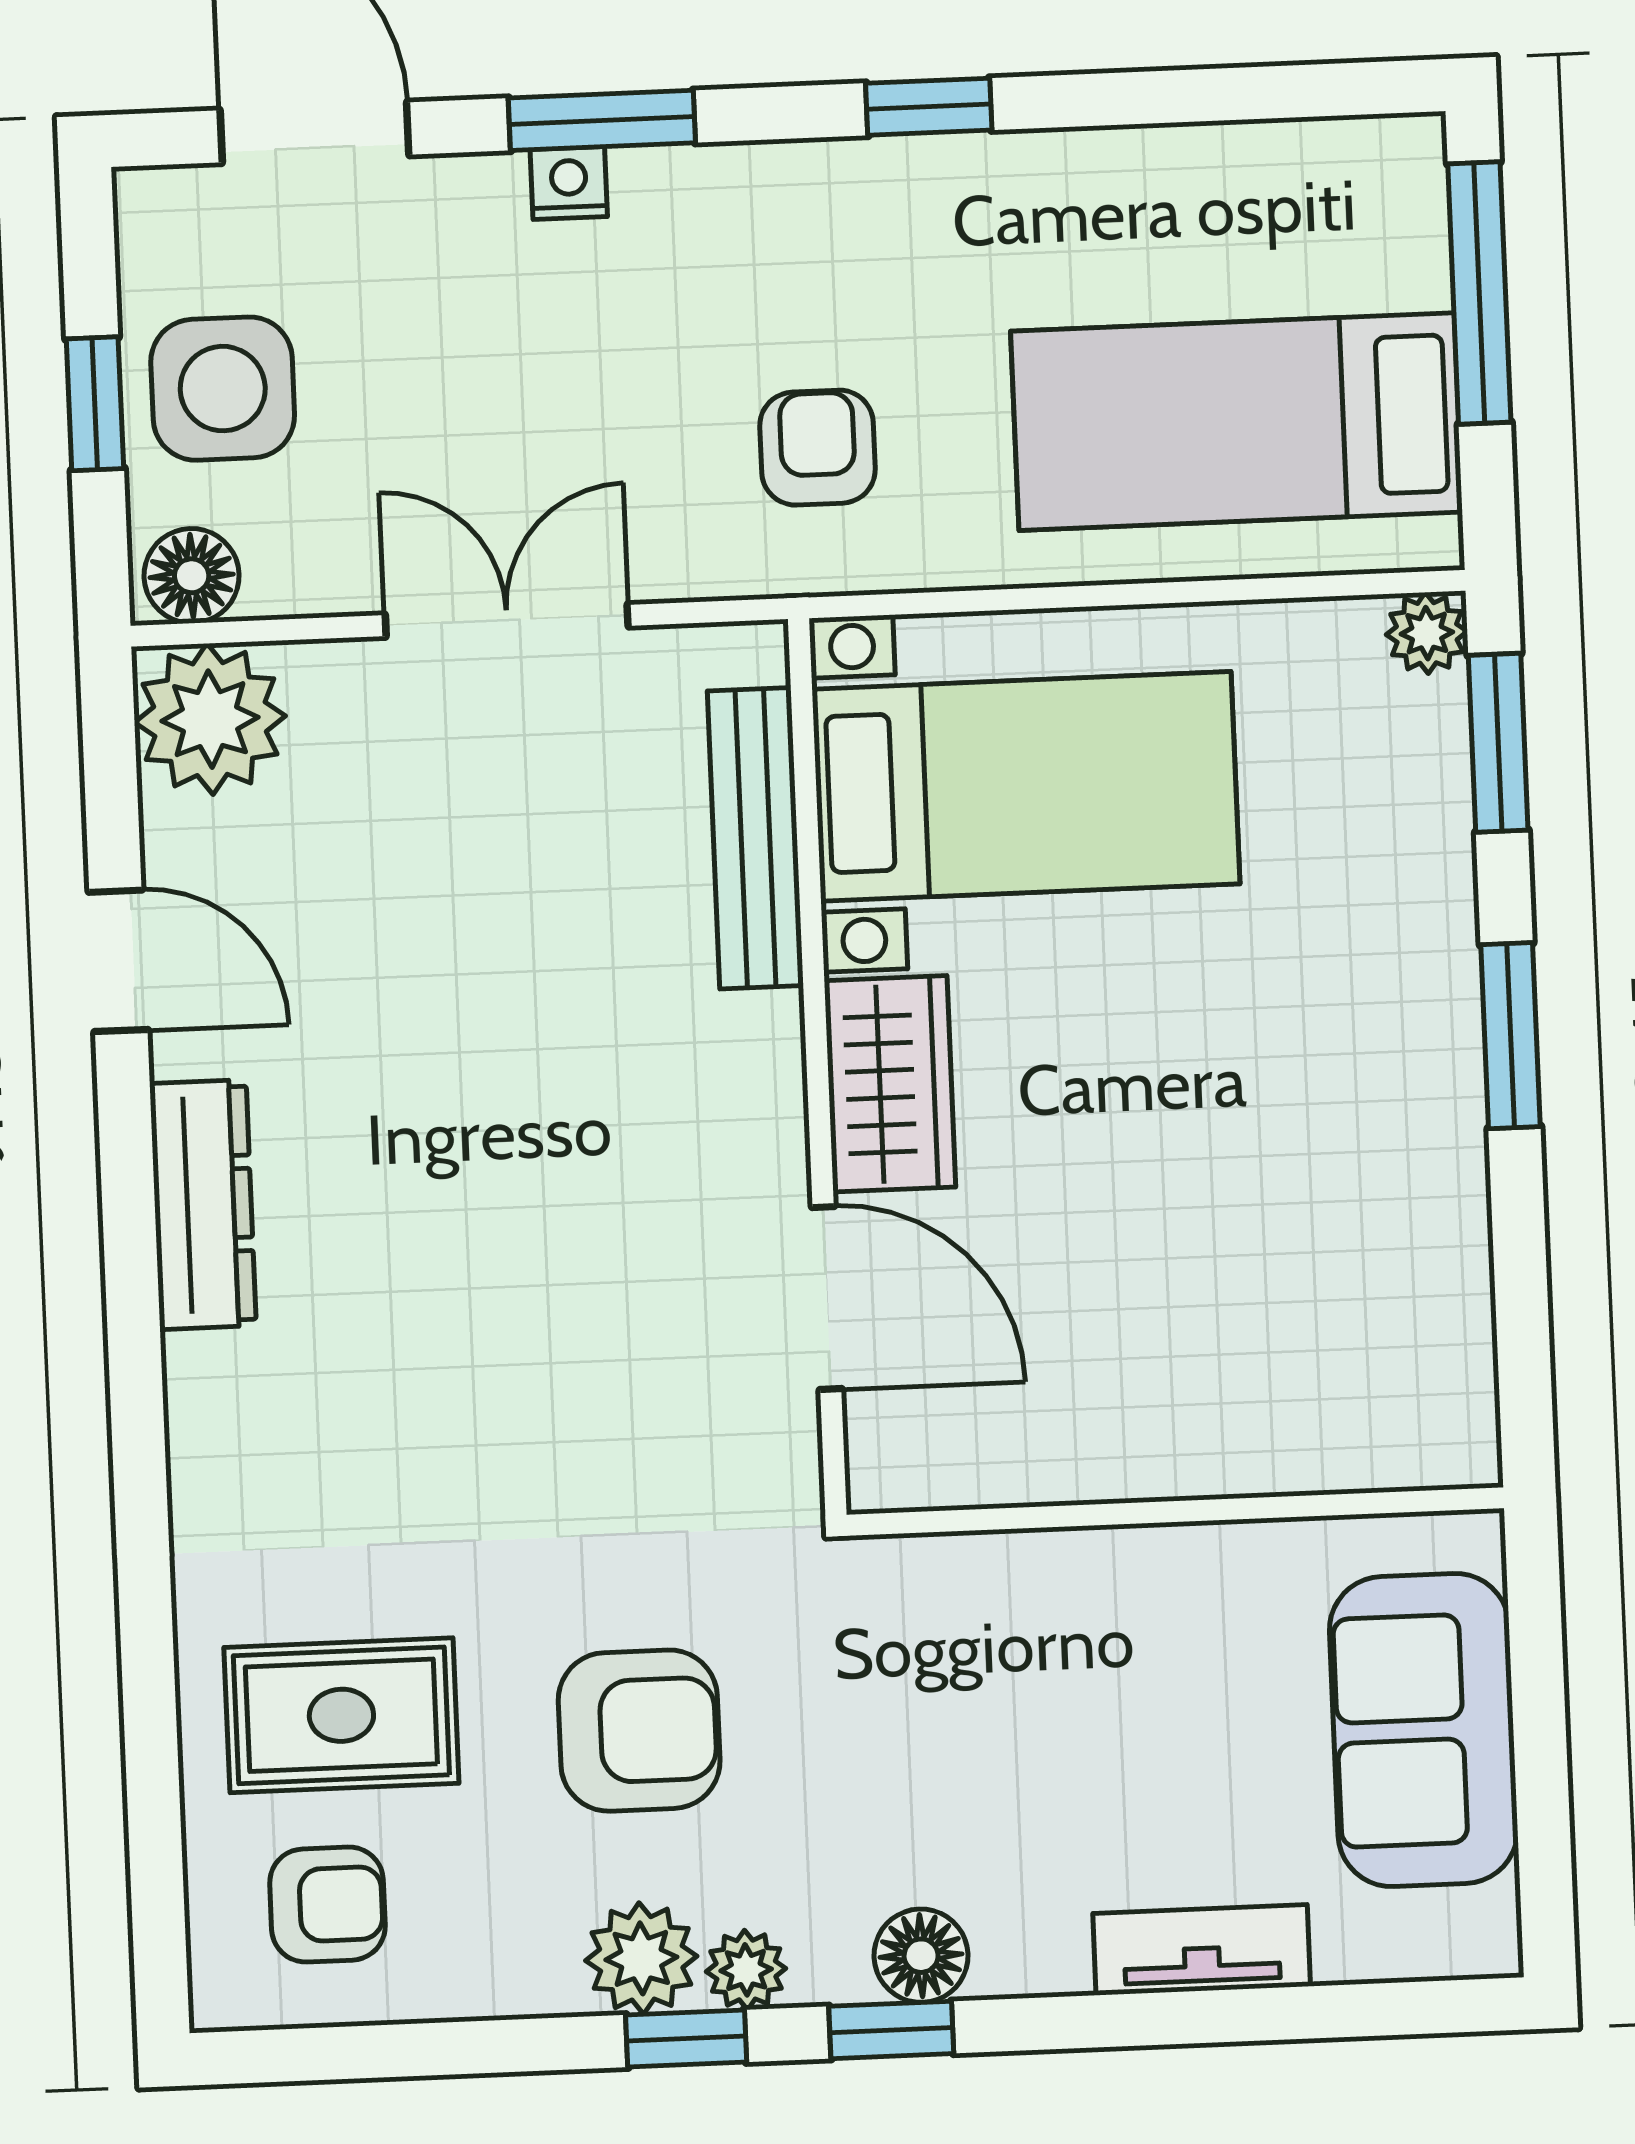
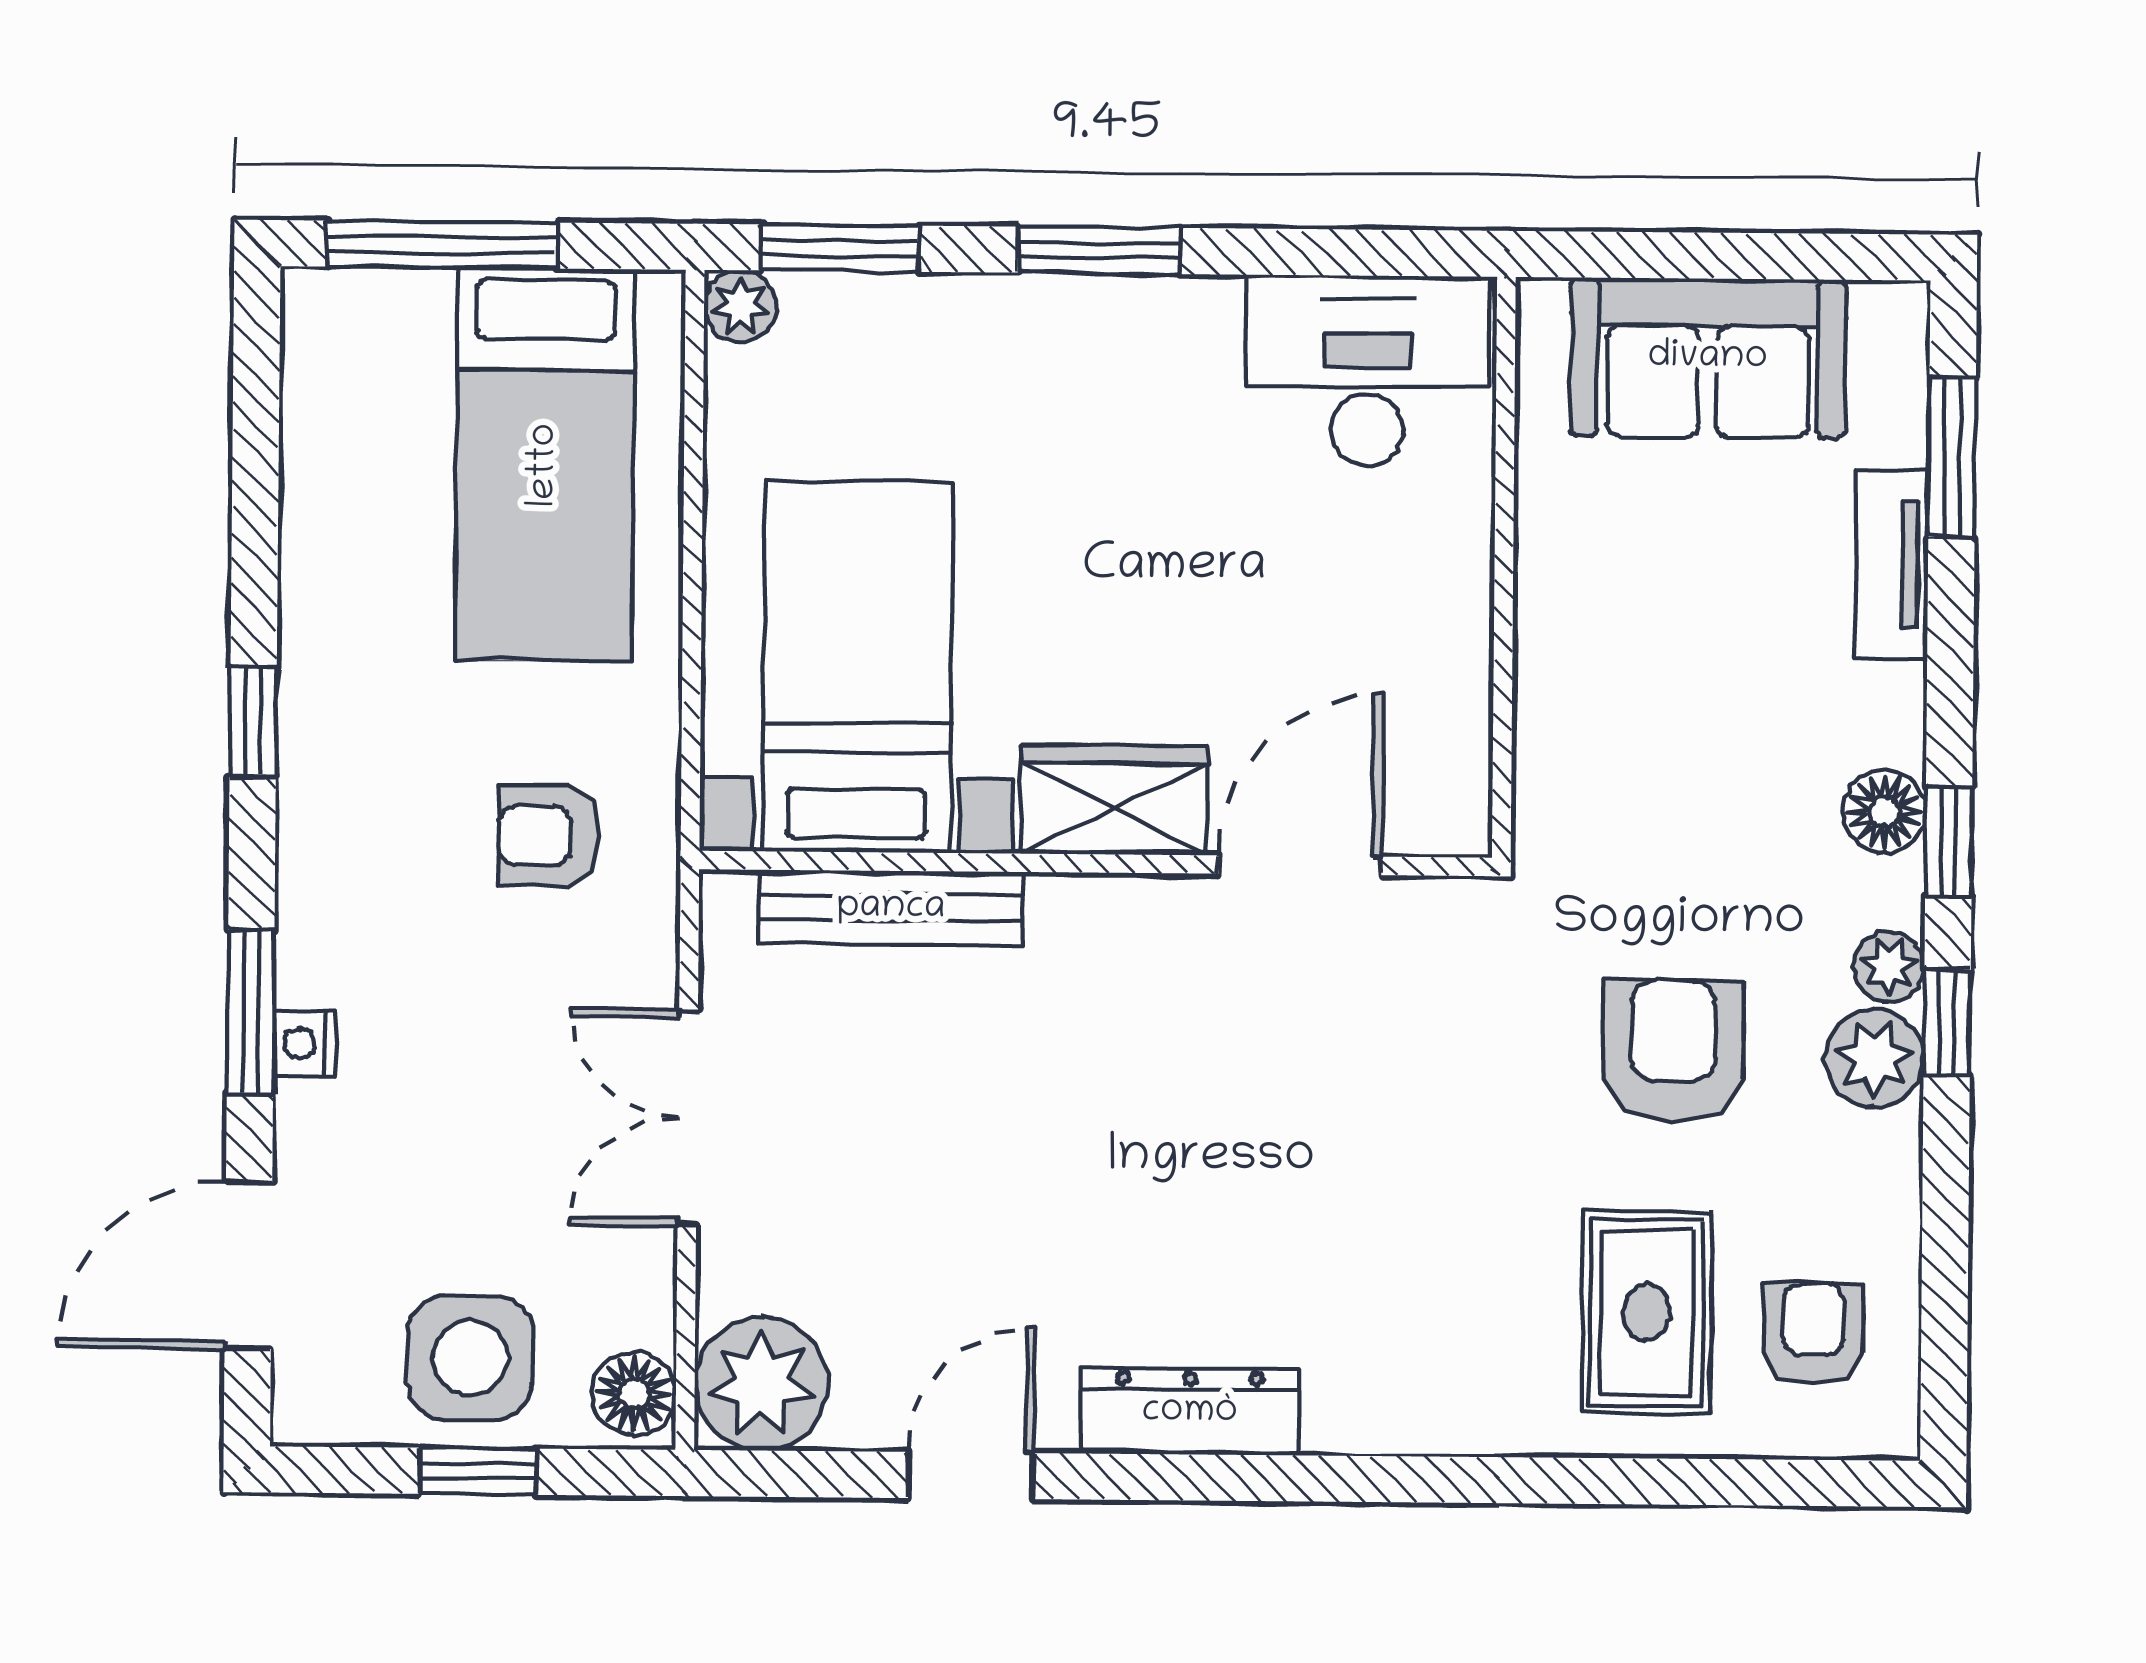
desk: (1389, 1346) -> (1368, 371), added
window: (1325, 2012) -> (1952, 457), added

